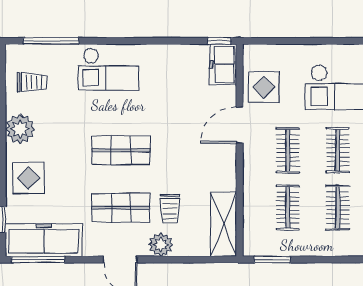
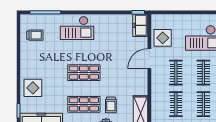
plant: (20, 129) -> (28, 61), removed

